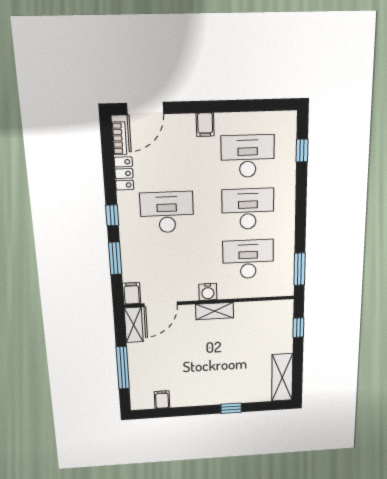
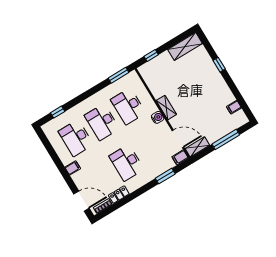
window: (112, 215) -> (143, 189), removed

